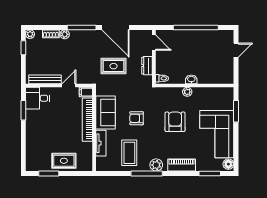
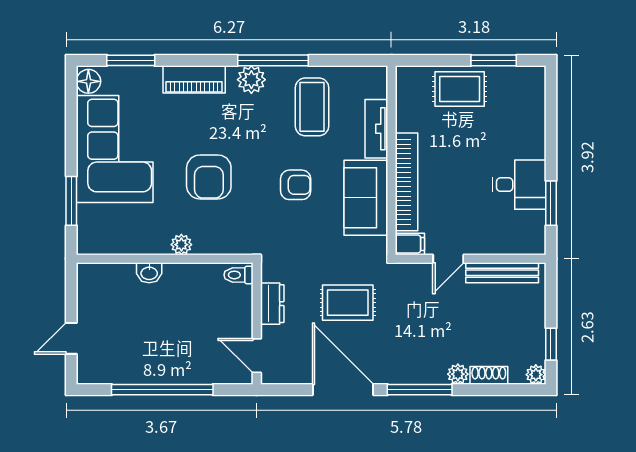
washbasin: (191, 79) -> (149, 273), moved
desk: (38, 98) -> (519, 185), moved

